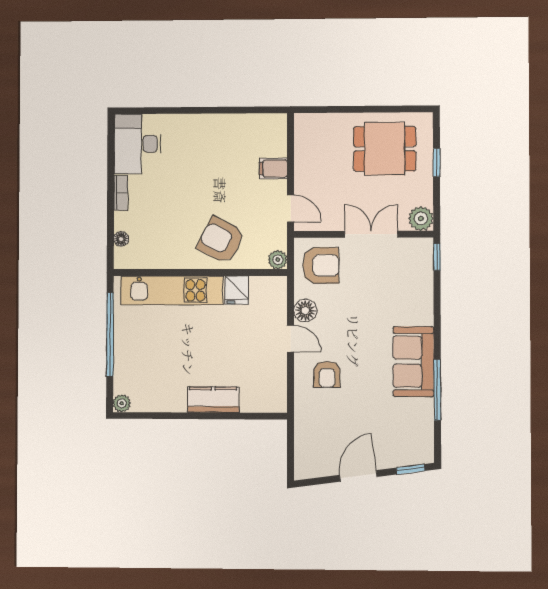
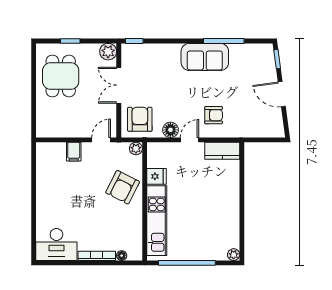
bookcase: (121, 193) -> (97, 256), width x1.56
kitchen counter: (213, 400) -> (222, 151), moved, turned -90

